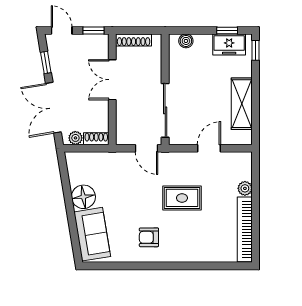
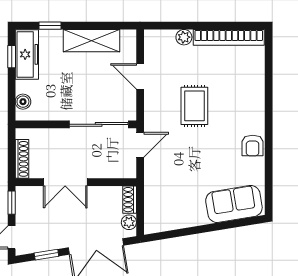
freezer: (229, 44) -> (27, 54), width x1.40
window: (256, 50) -> (50, 26), moved
floor lamp: (83, 197) -> (193, 214), removed
armchair: (149, 237) -> (253, 146), moved

